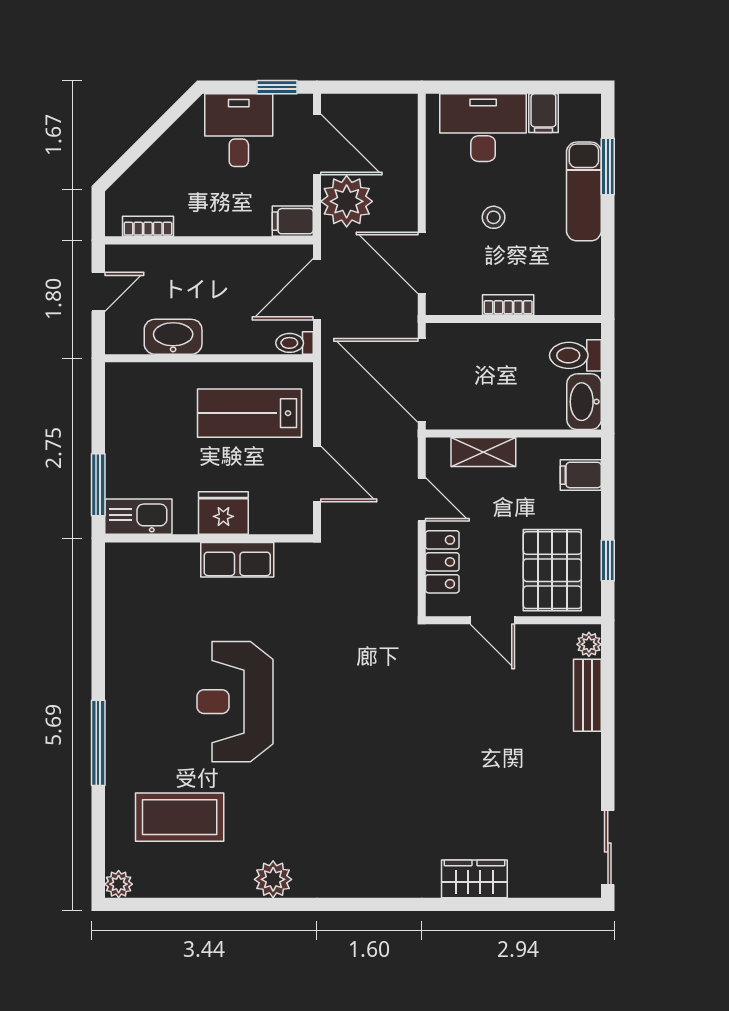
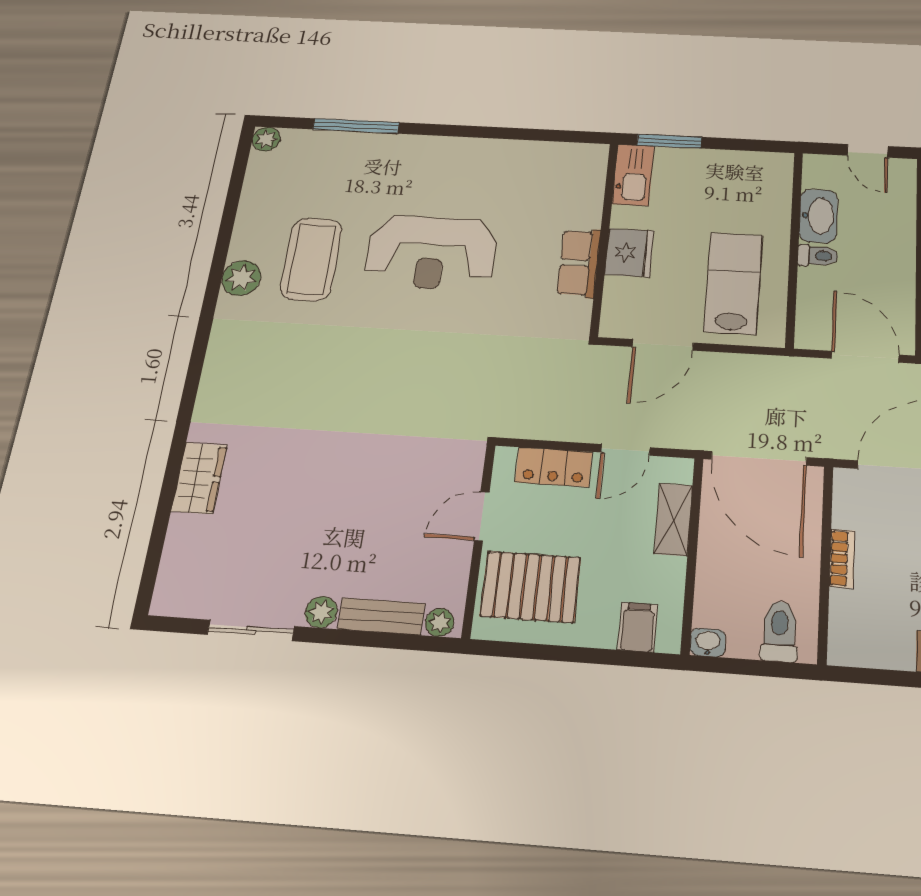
toilet: (294, 343) -> (818, 256), moved, turned 90
door: (422, 380) -> (759, 458), swing flipped
washbasin: (584, 402) -> (708, 642), width x0.52, depth x0.69
window: (608, 560) -> (535, 651), removed
reception desk: (235, 702) -> (431, 253), turned 180
window: (98, 743) -> (356, 126), moved
plant: (587, 748) -> (321, 612), added
coffee table: (180, 817) -> (311, 259), moved
sliding door: (608, 848) -> (251, 630), moved

